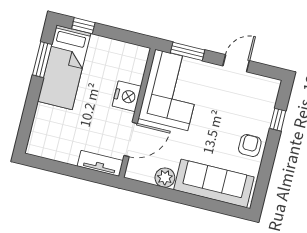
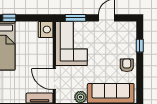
nightstand: (127, 96) -> (46, 30), moved
door: (131, 139) -> (54, 79), swing flipped

